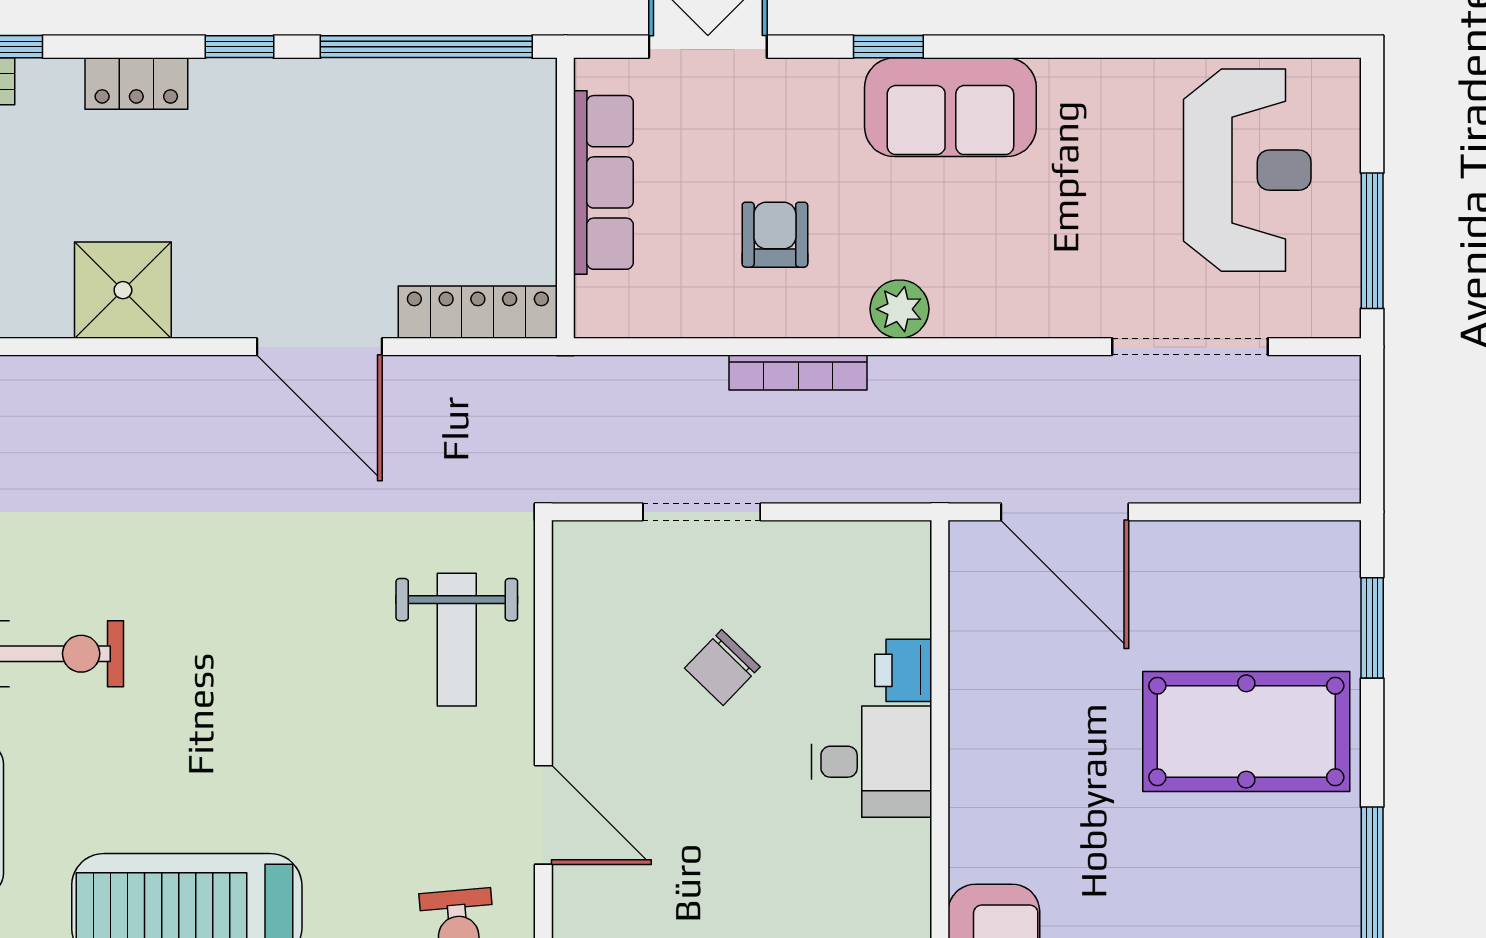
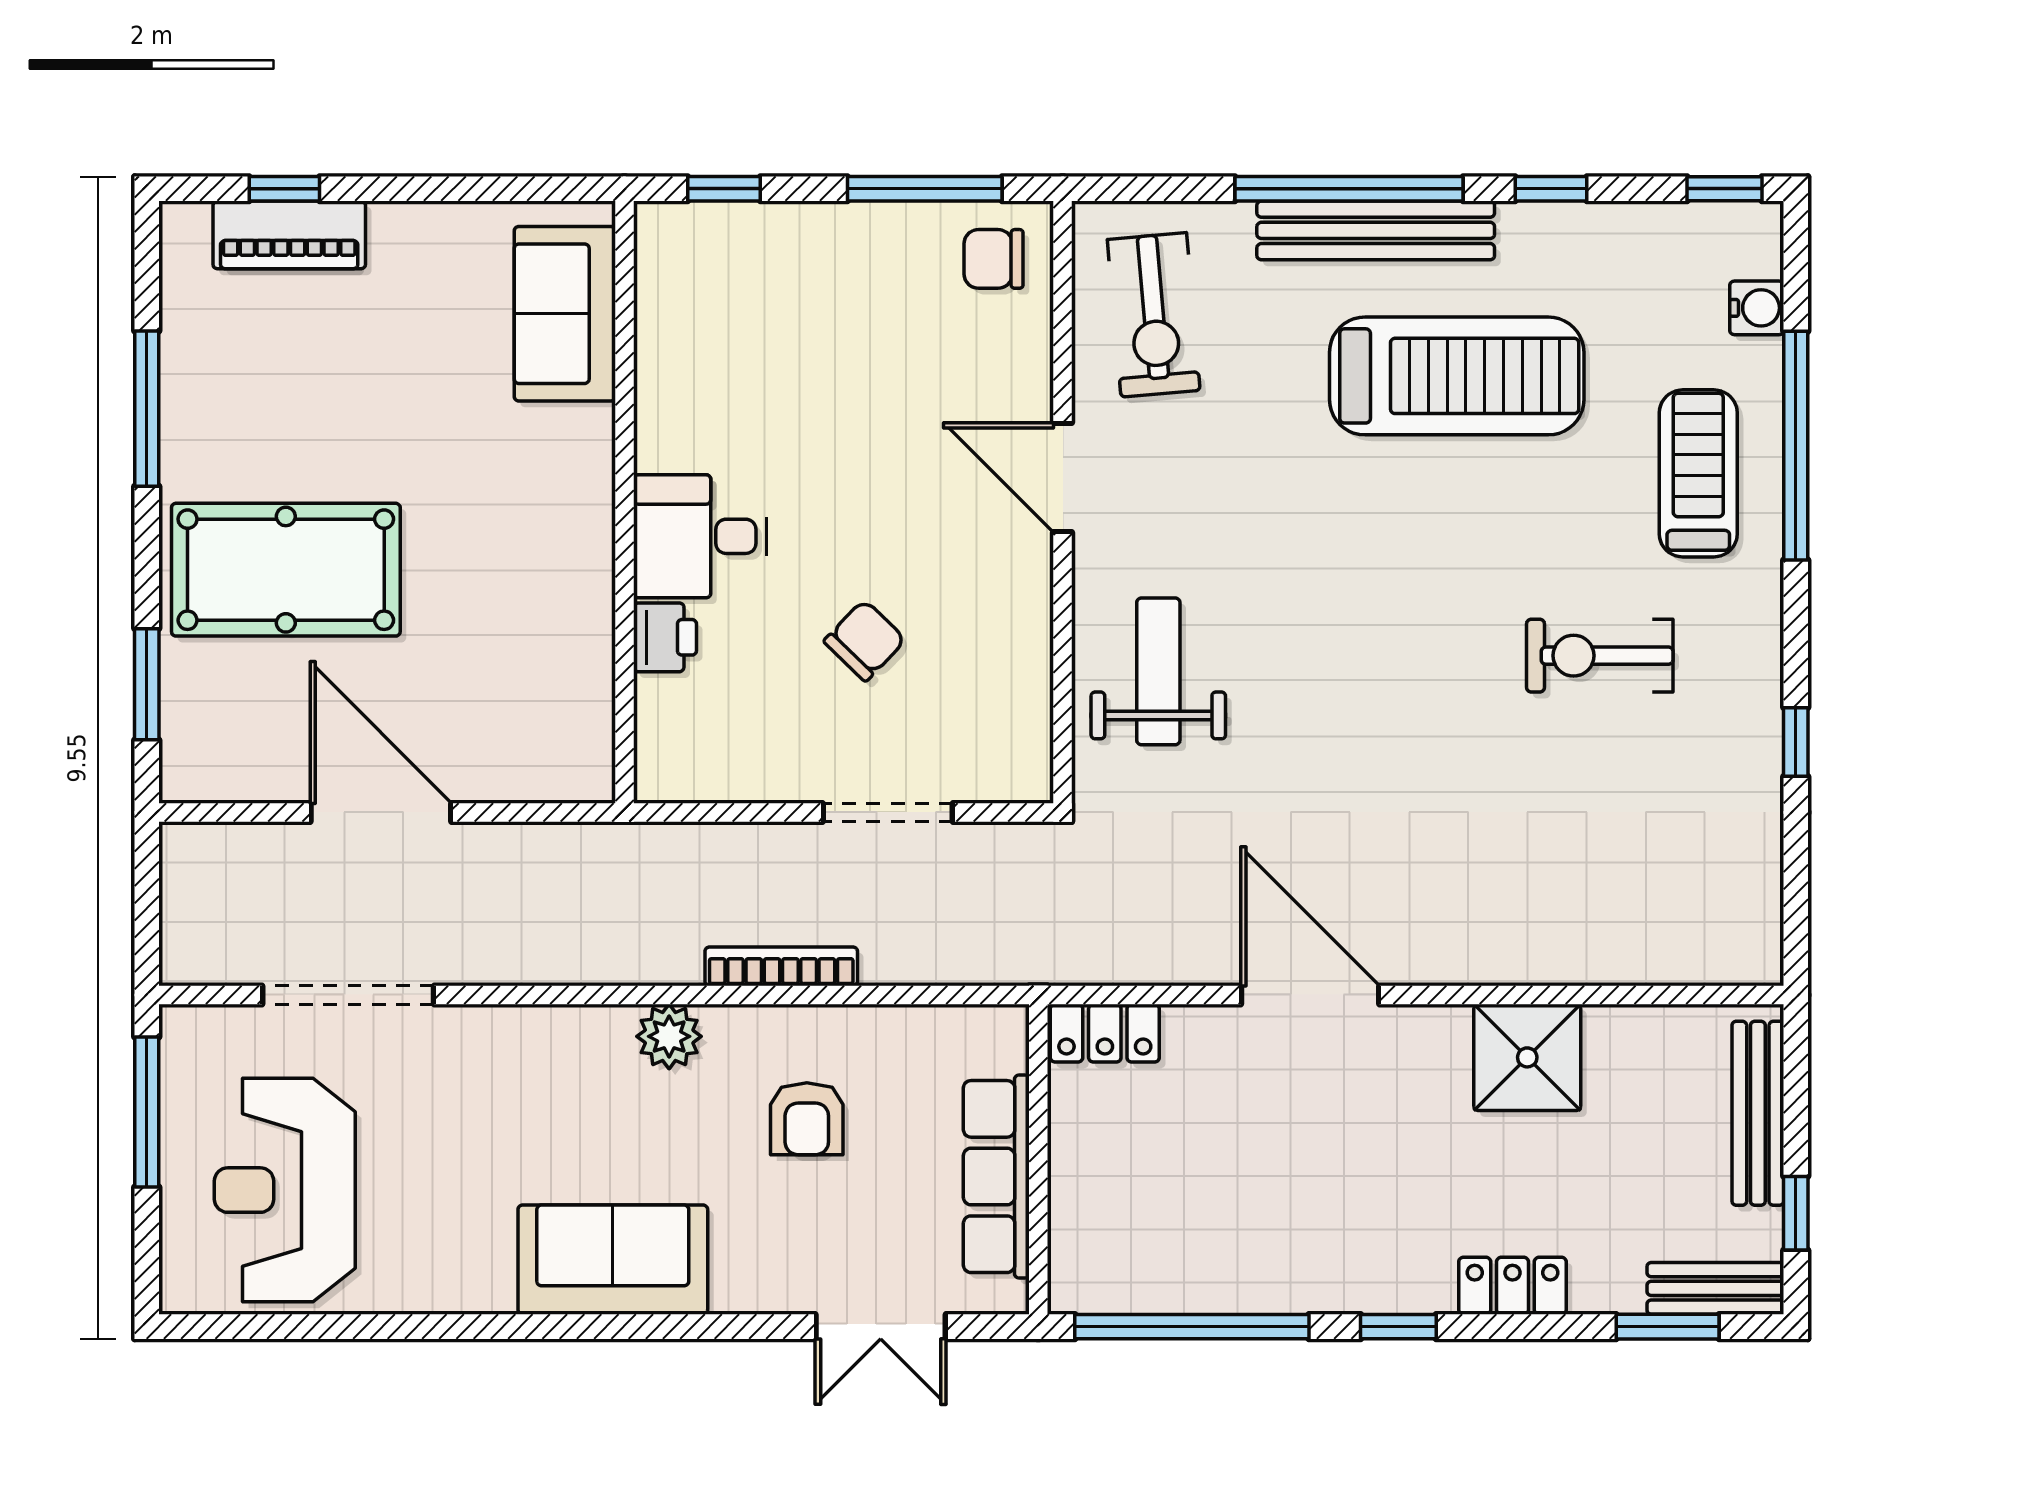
window: (888, 47) -> (681, 1327), removed
locker: (478, 312) -> (1105, 1033), width x0.66
door: (1065, 512) -> (381, 812), moved

